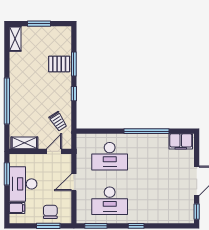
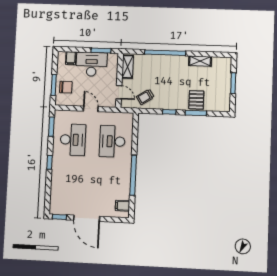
shelving: (15, 39) -> (200, 61), moved
filing cabinet: (181, 141) -> (122, 206), width x0.50
desk: (110, 201) -> (73, 140), turned 180

